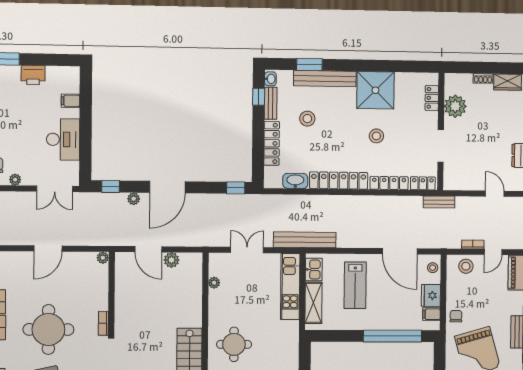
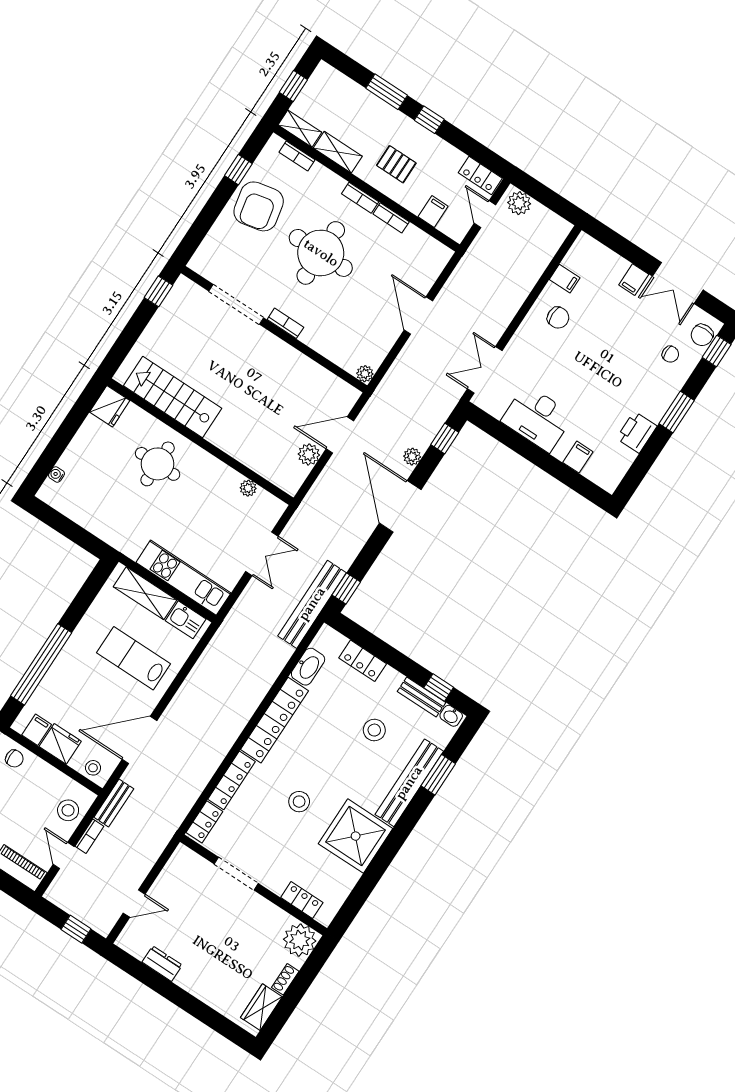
plant: (455, 106) -> (300, 940), moved
locker: (272, 143) -> (363, 661), width x0.66
plant: (15, 180) -> (526, 330), removed
bench: (439, 202) -> (114, 803), moved
bench: (305, 240) -> (312, 604), moved

